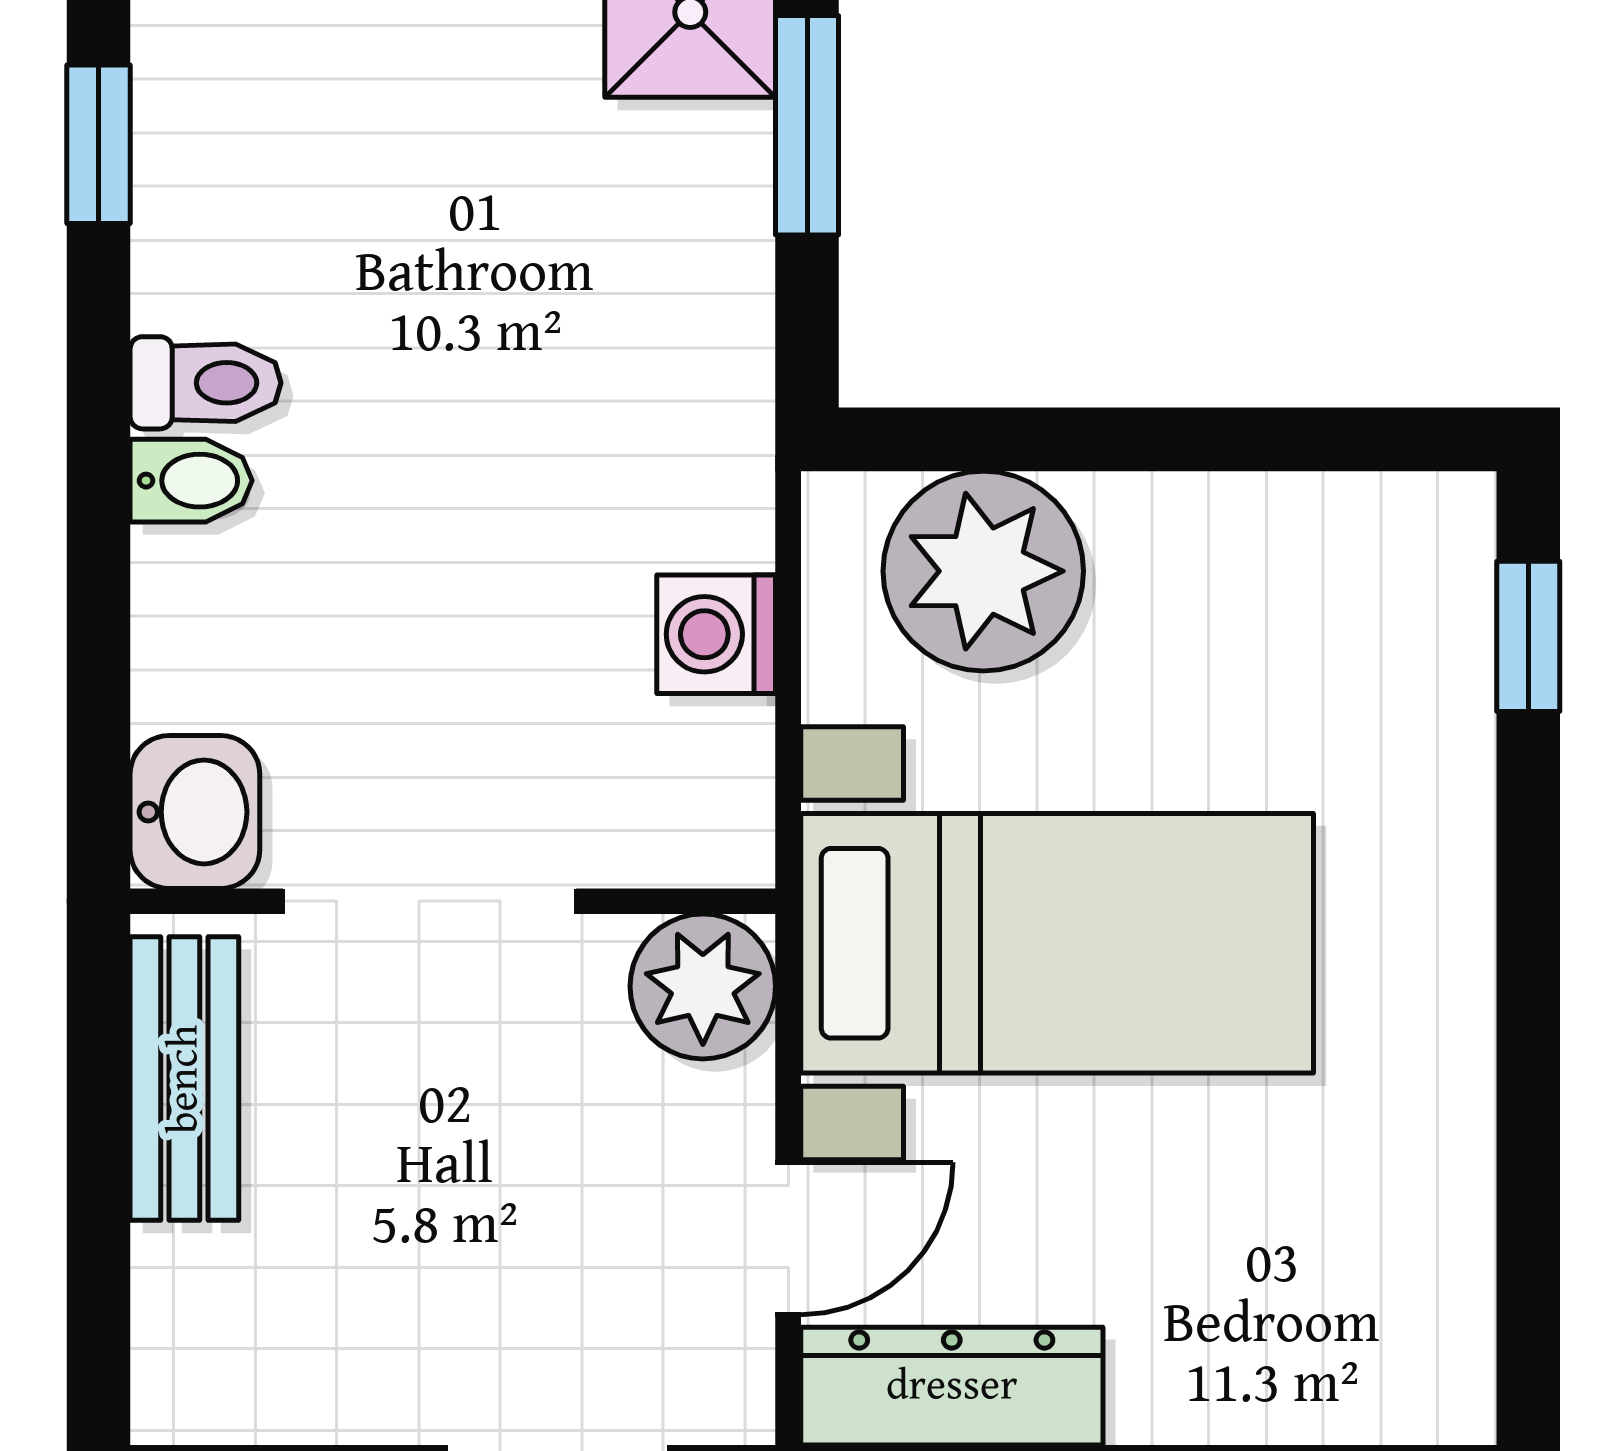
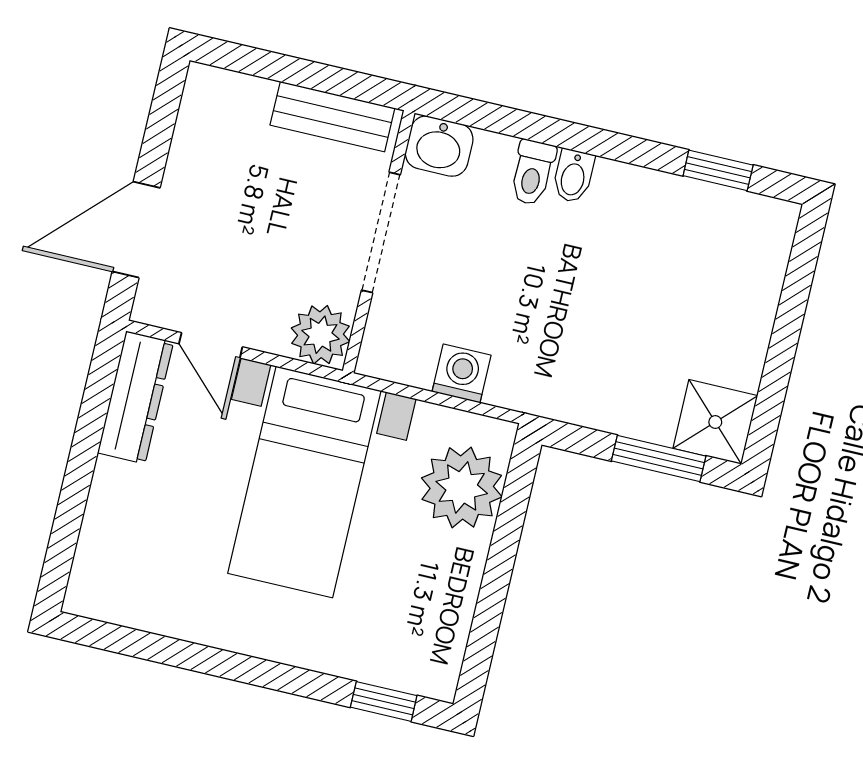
toilet: (205, 383) -> (532, 173), moved

